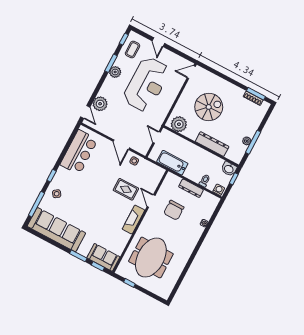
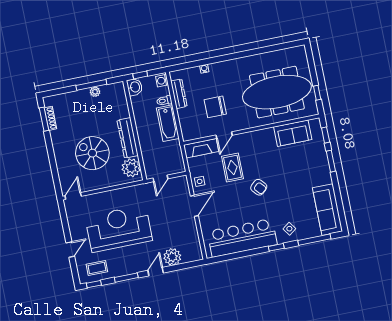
plant: (115, 72) -> (131, 267), removed
door: (191, 72) -> (73, 196), swing flipped
door: (85, 112) -> (156, 272), moved
dresser: (212, 144) -> (128, 138), moved
bar counter: (79, 152) -> (242, 238), width x1.36
bathtub: (172, 163) -> (168, 123), moved
dresser: (191, 188) -> (179, 94), moved
armchair: (99, 196) -> (259, 187), added
chair: (174, 210) -> (215, 107), turned 180
fireplace: (133, 220) -> (201, 148), moved
sofa: (56, 230) -> (327, 210), width x0.74, depth x0.79
sofa: (103, 257) -> (293, 133), moved, turned -90
meeting table: (151, 258) -> (277, 92), width x1.36

